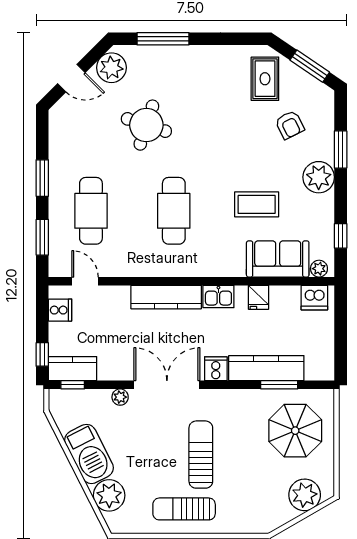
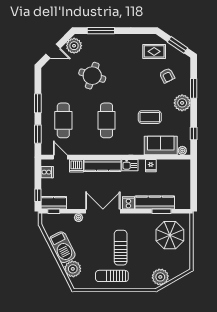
rug: (265, 79) -> (154, 51), turned 90
dishwasher: (314, 298) -> (76, 166), moved
plant: (305, 495) -> (160, 277), moved

